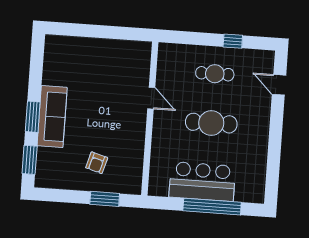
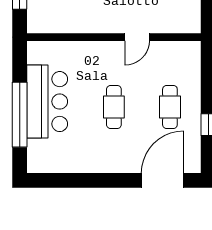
door: (279, 85) -> (163, 180), width x1.88
cafe table: (211, 123) -> (114, 107), width x0.73, depth x0.74

